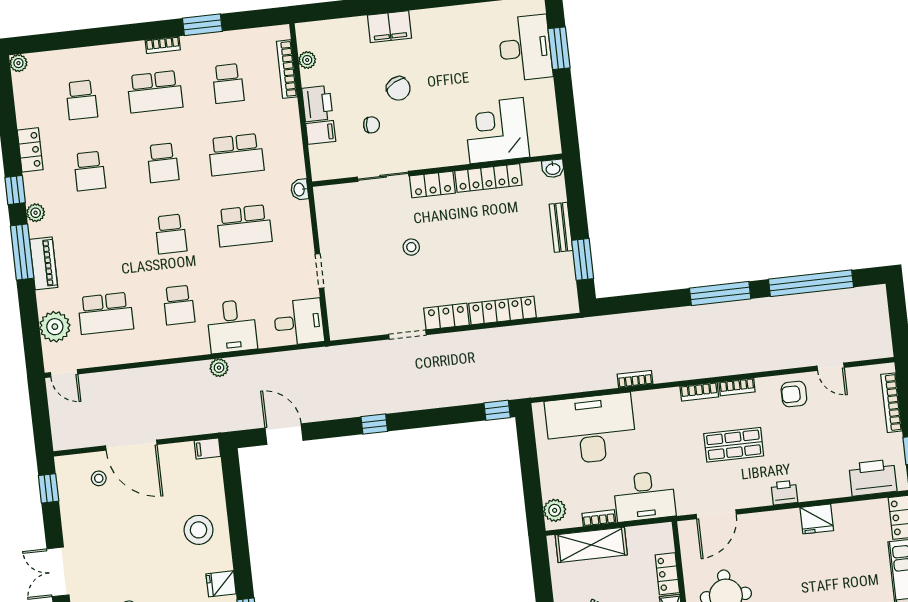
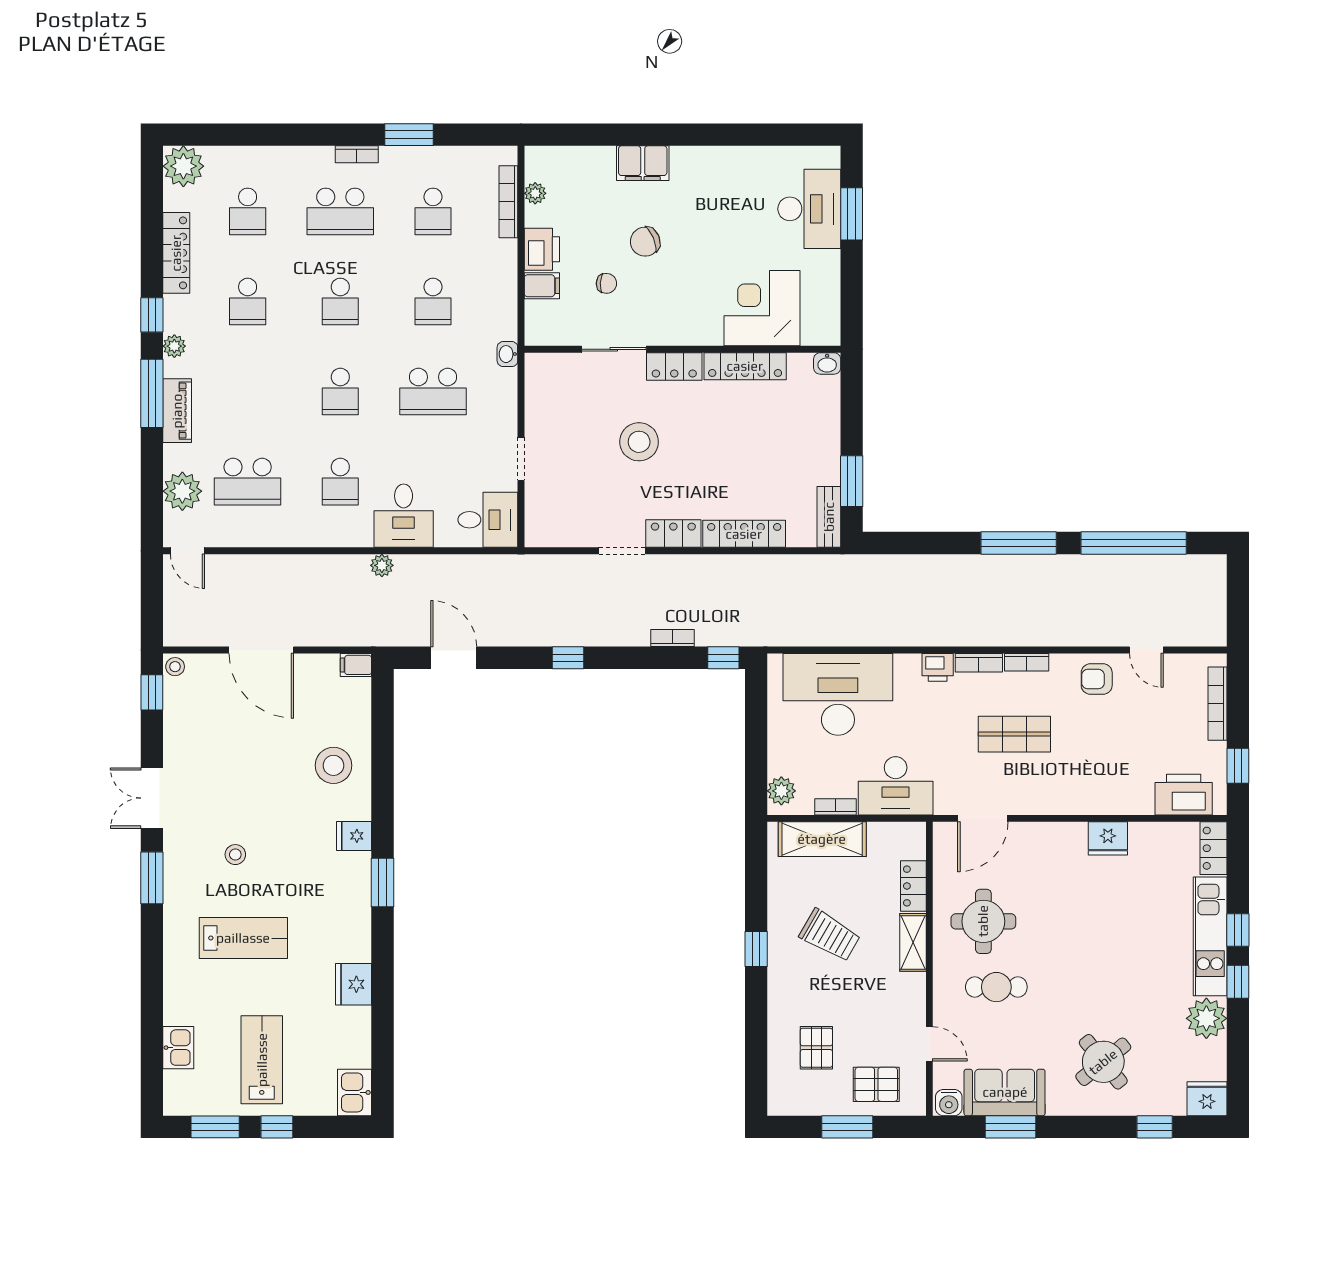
plant: (18, 63) -> (183, 166), width x1.88, depth x1.88
chair: (398, 88) -> (645, 242), turned 96
locker: (30, 150) -> (176, 253), width x1.53
school desk: (236, 155) -> (433, 302), width x0.54
bench: (561, 227) -> (829, 517), moved
stool: (411, 247) -> (639, 442), width x1.89, depth x1.89
bookcase: (635, 379) -> (672, 638), moved
stool: (99, 478) -> (175, 667), moved
printer: (784, 493) -> (938, 667), moved, turned 180

